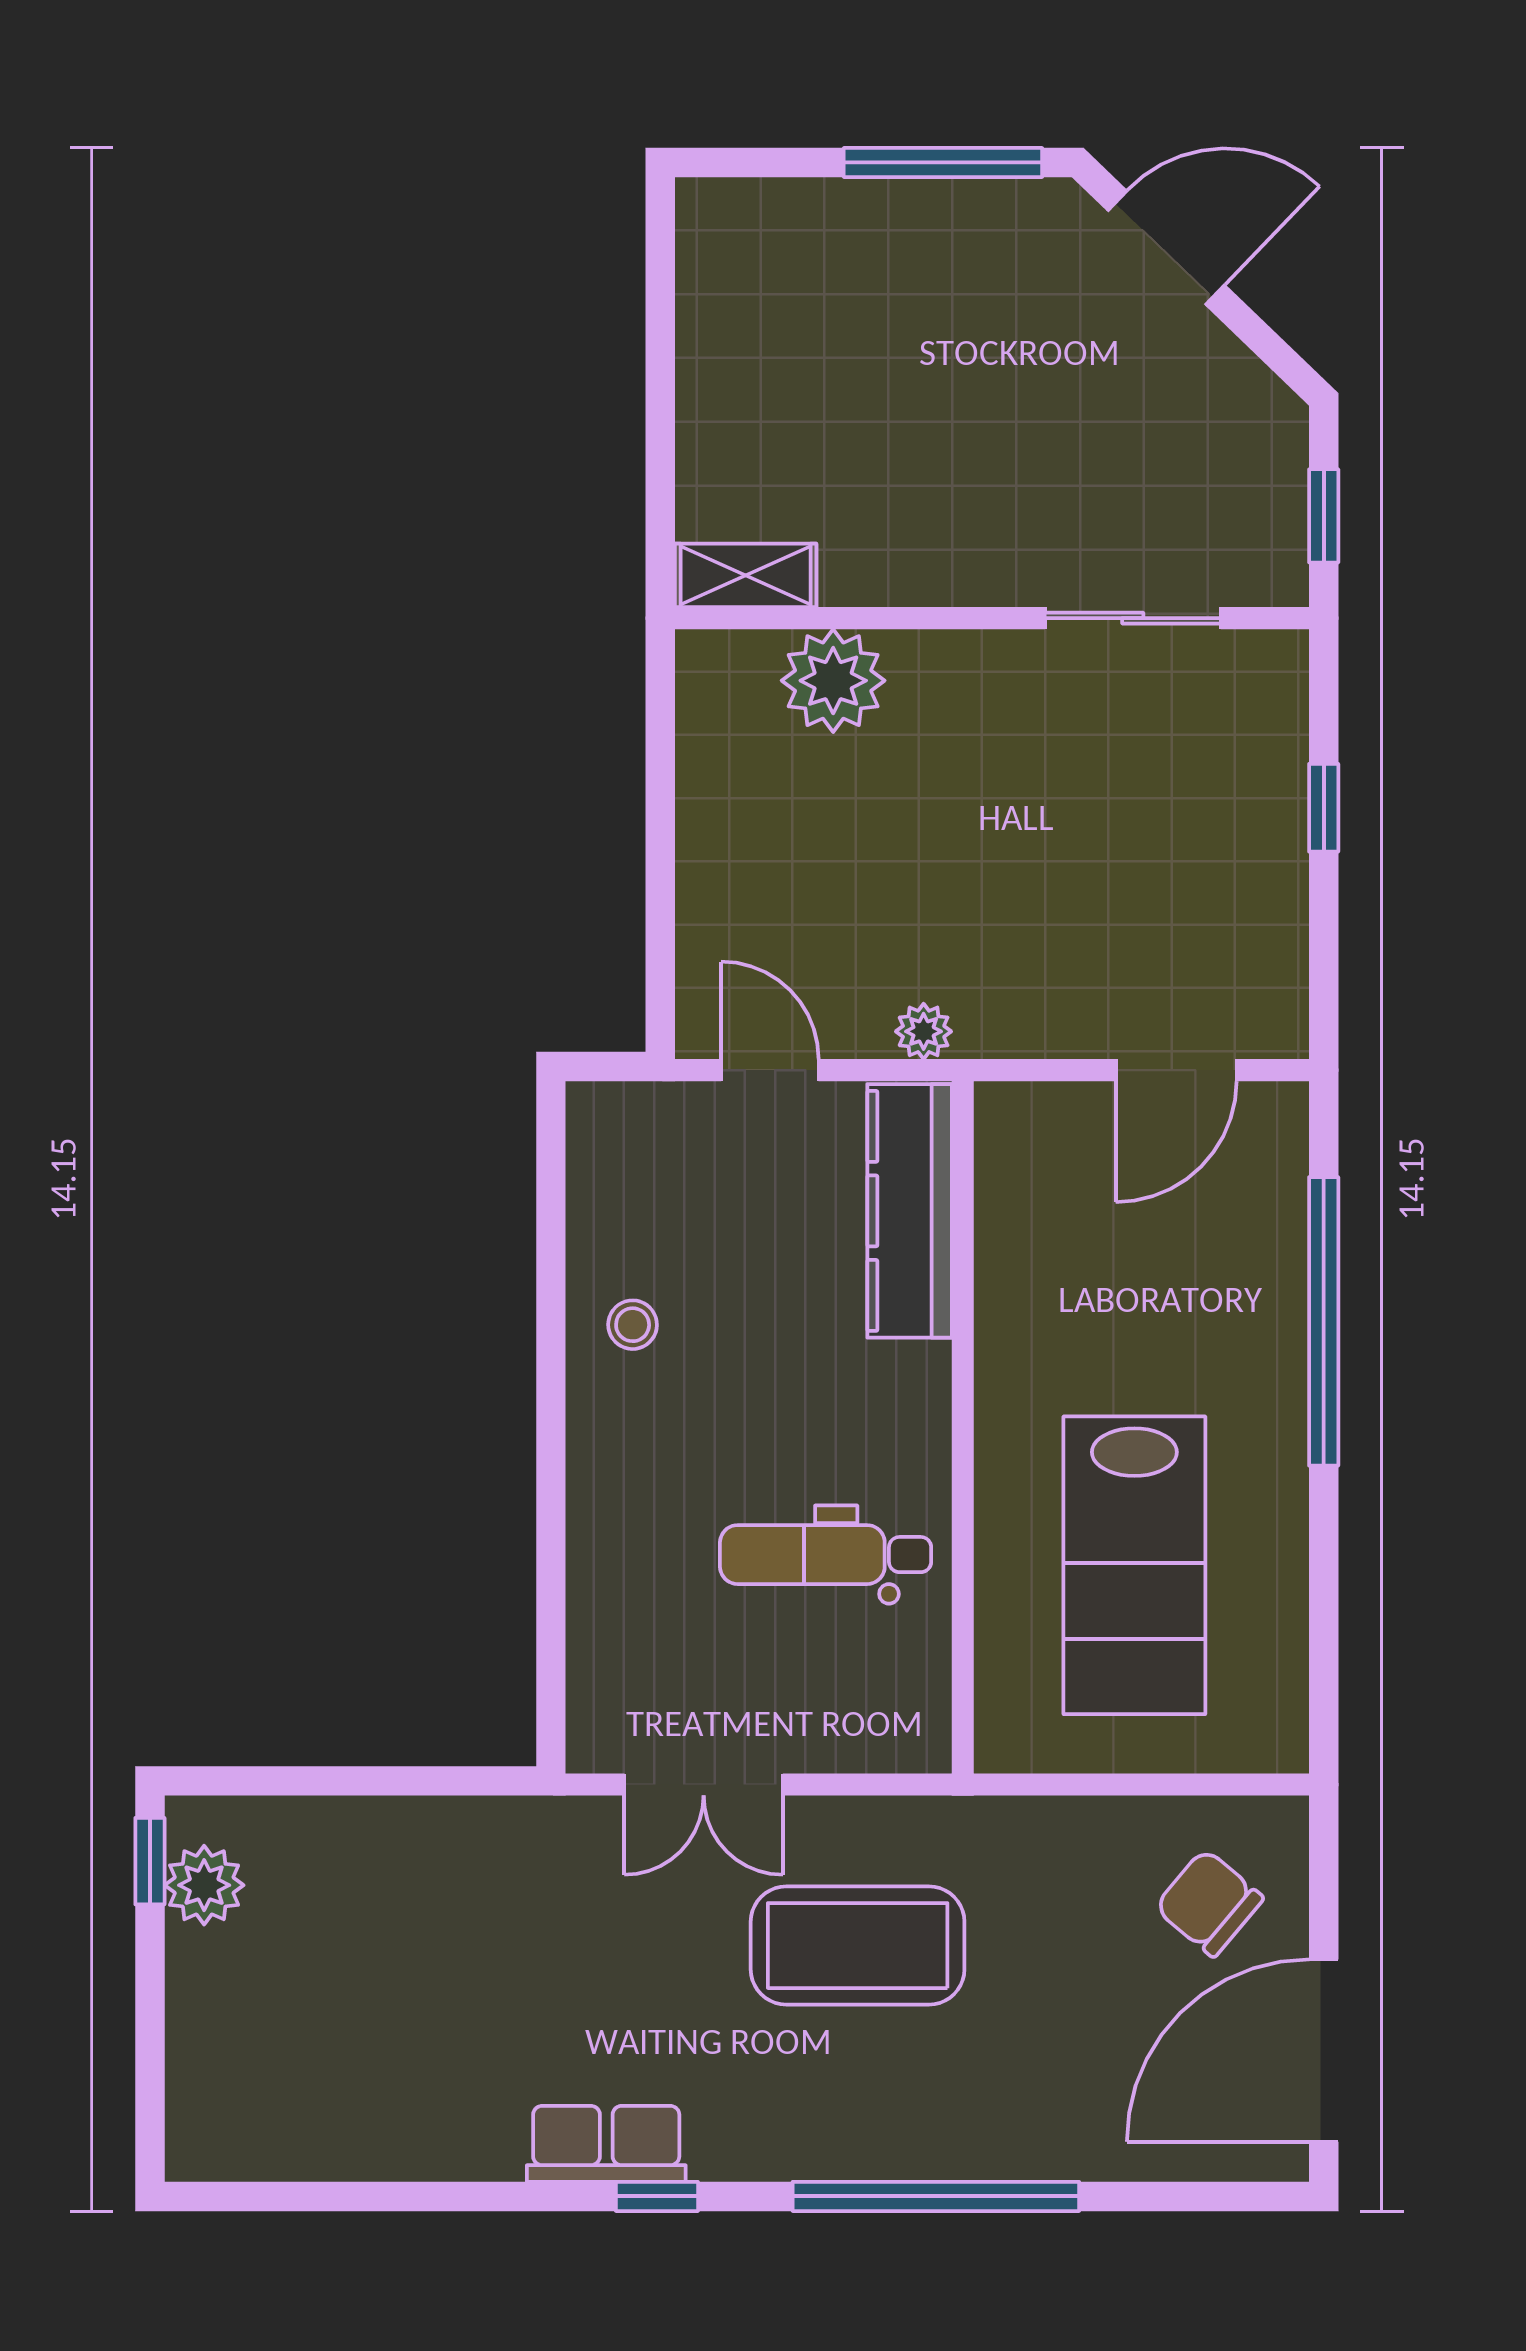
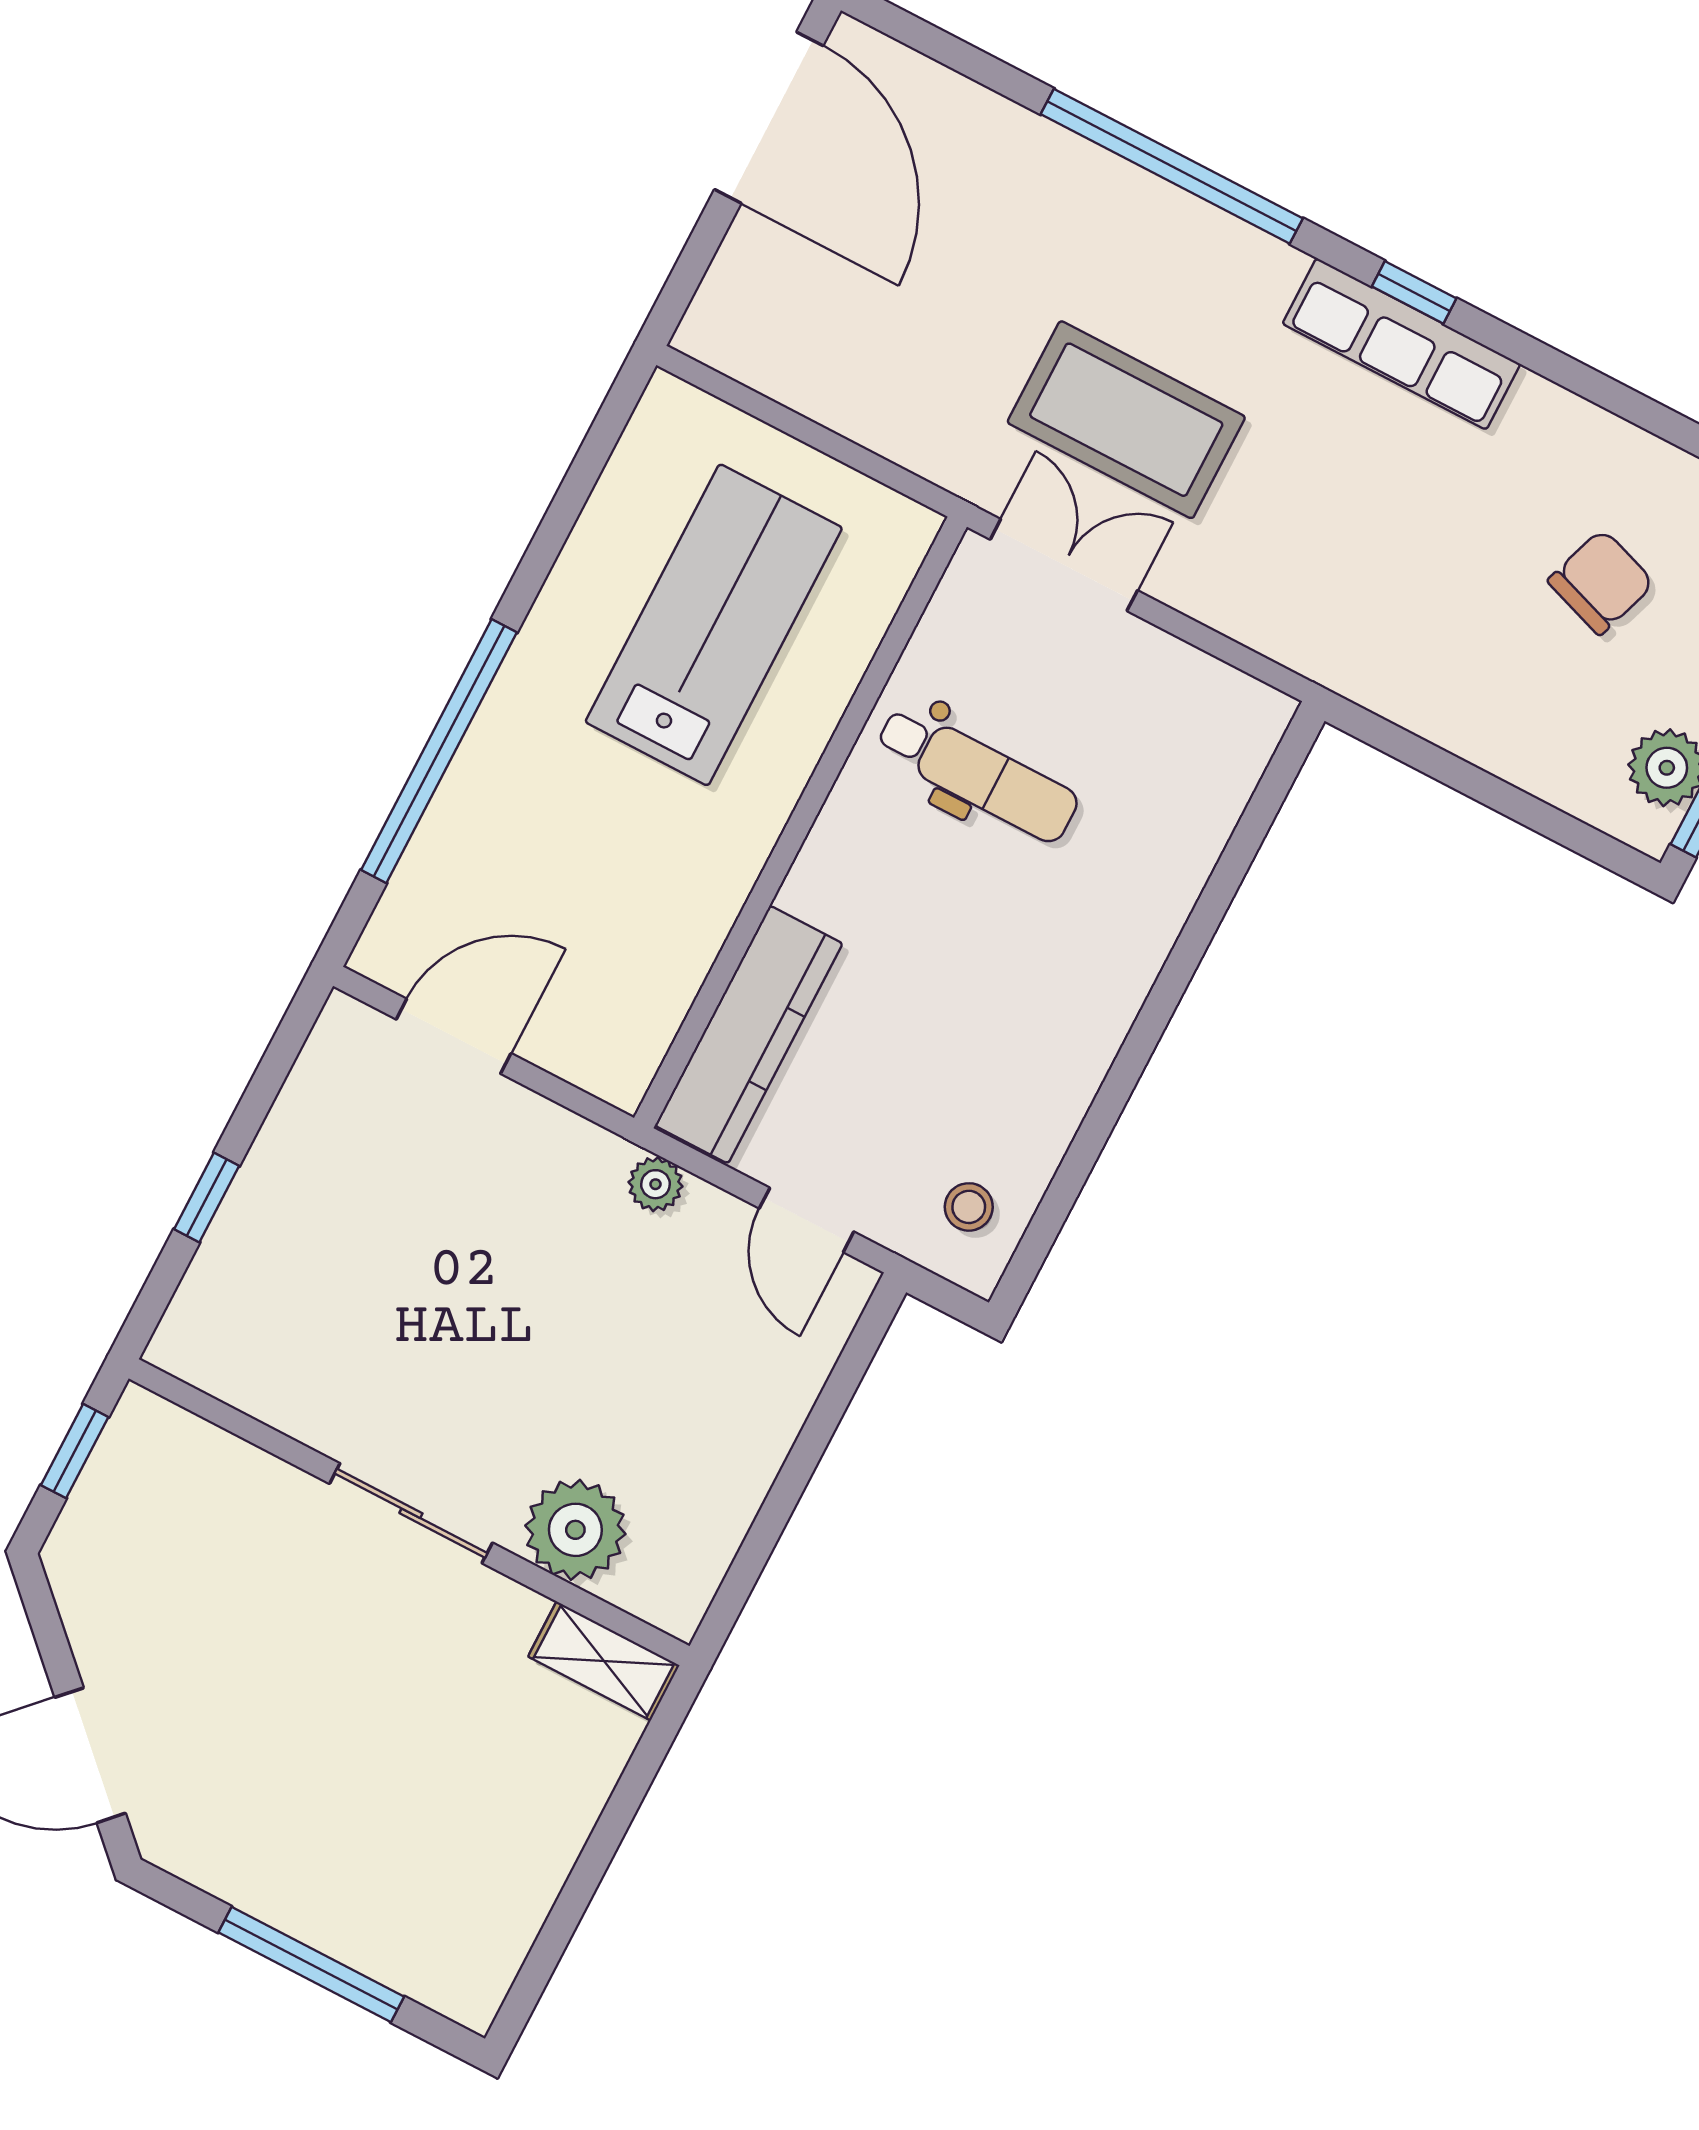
window: (943, 162) -> (311, 1964), moved
sliding door: (1133, 618) -> (411, 1513), moved
stool: (633, 1325) -> (969, 1207), moved
double door: (704, 1785) -> (1064, 565), moved
chair: (1209, 1903) -> (1601, 582), moved, turned -111
door: (1324, 2051) -> (769, 118), hinge flipped
row of seats: (606, 2144) -> (1401, 344), width x1.48

